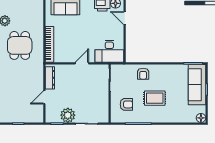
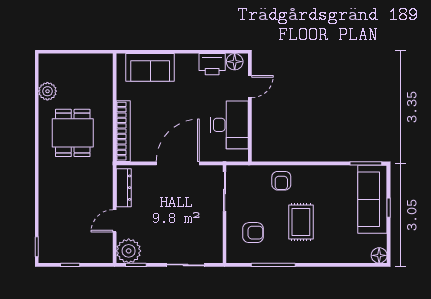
door: (125, 18) -> (250, 87), swing flipped
desk: (109, 51) -> (229, 125), moved, turned -90
door: (82, 63) -> (178, 163), width x1.87
rug: (155, 98) -> (301, 222), turned 90
plant: (68, 115) -> (129, 251), moved

